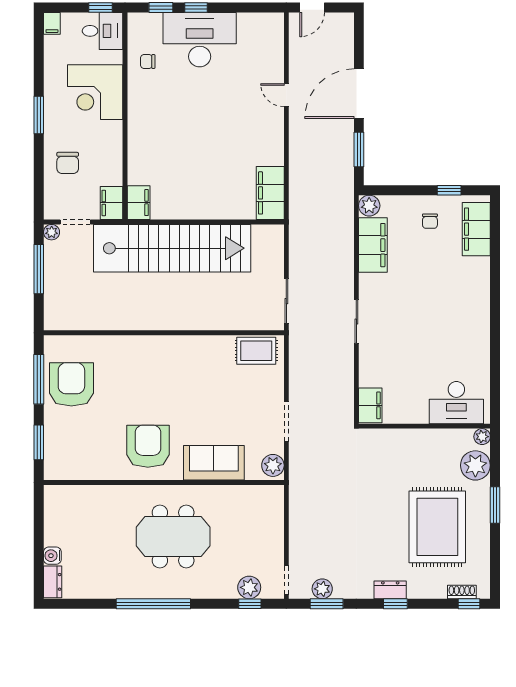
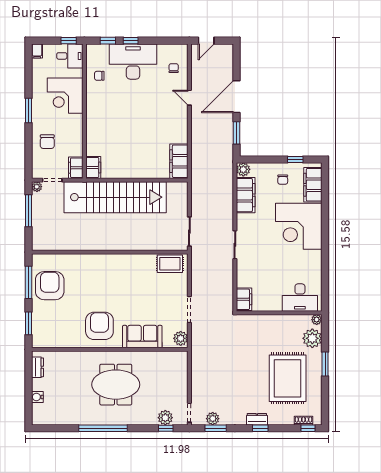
chair: (262, 50) -> (174, 68), added
corner desk: (455, 293) -> (299, 226), added
dresser: (53, 582) -> (37, 367), moved

